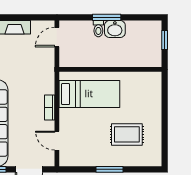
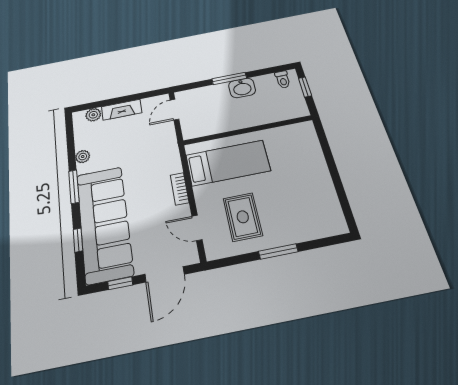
toilet: (98, 29) -> (283, 79), moved
rug: (127, 134) -> (243, 217), moved, turned 90

